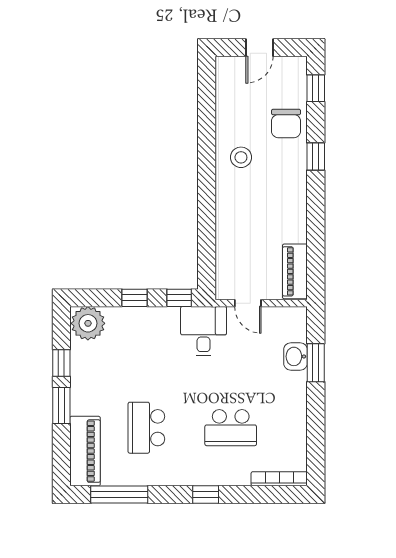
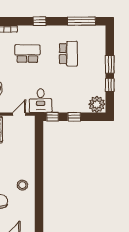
door: (248, 303) -> (19, 114), hinge flipped
piano: (85, 451) -> (98, 42), removed

